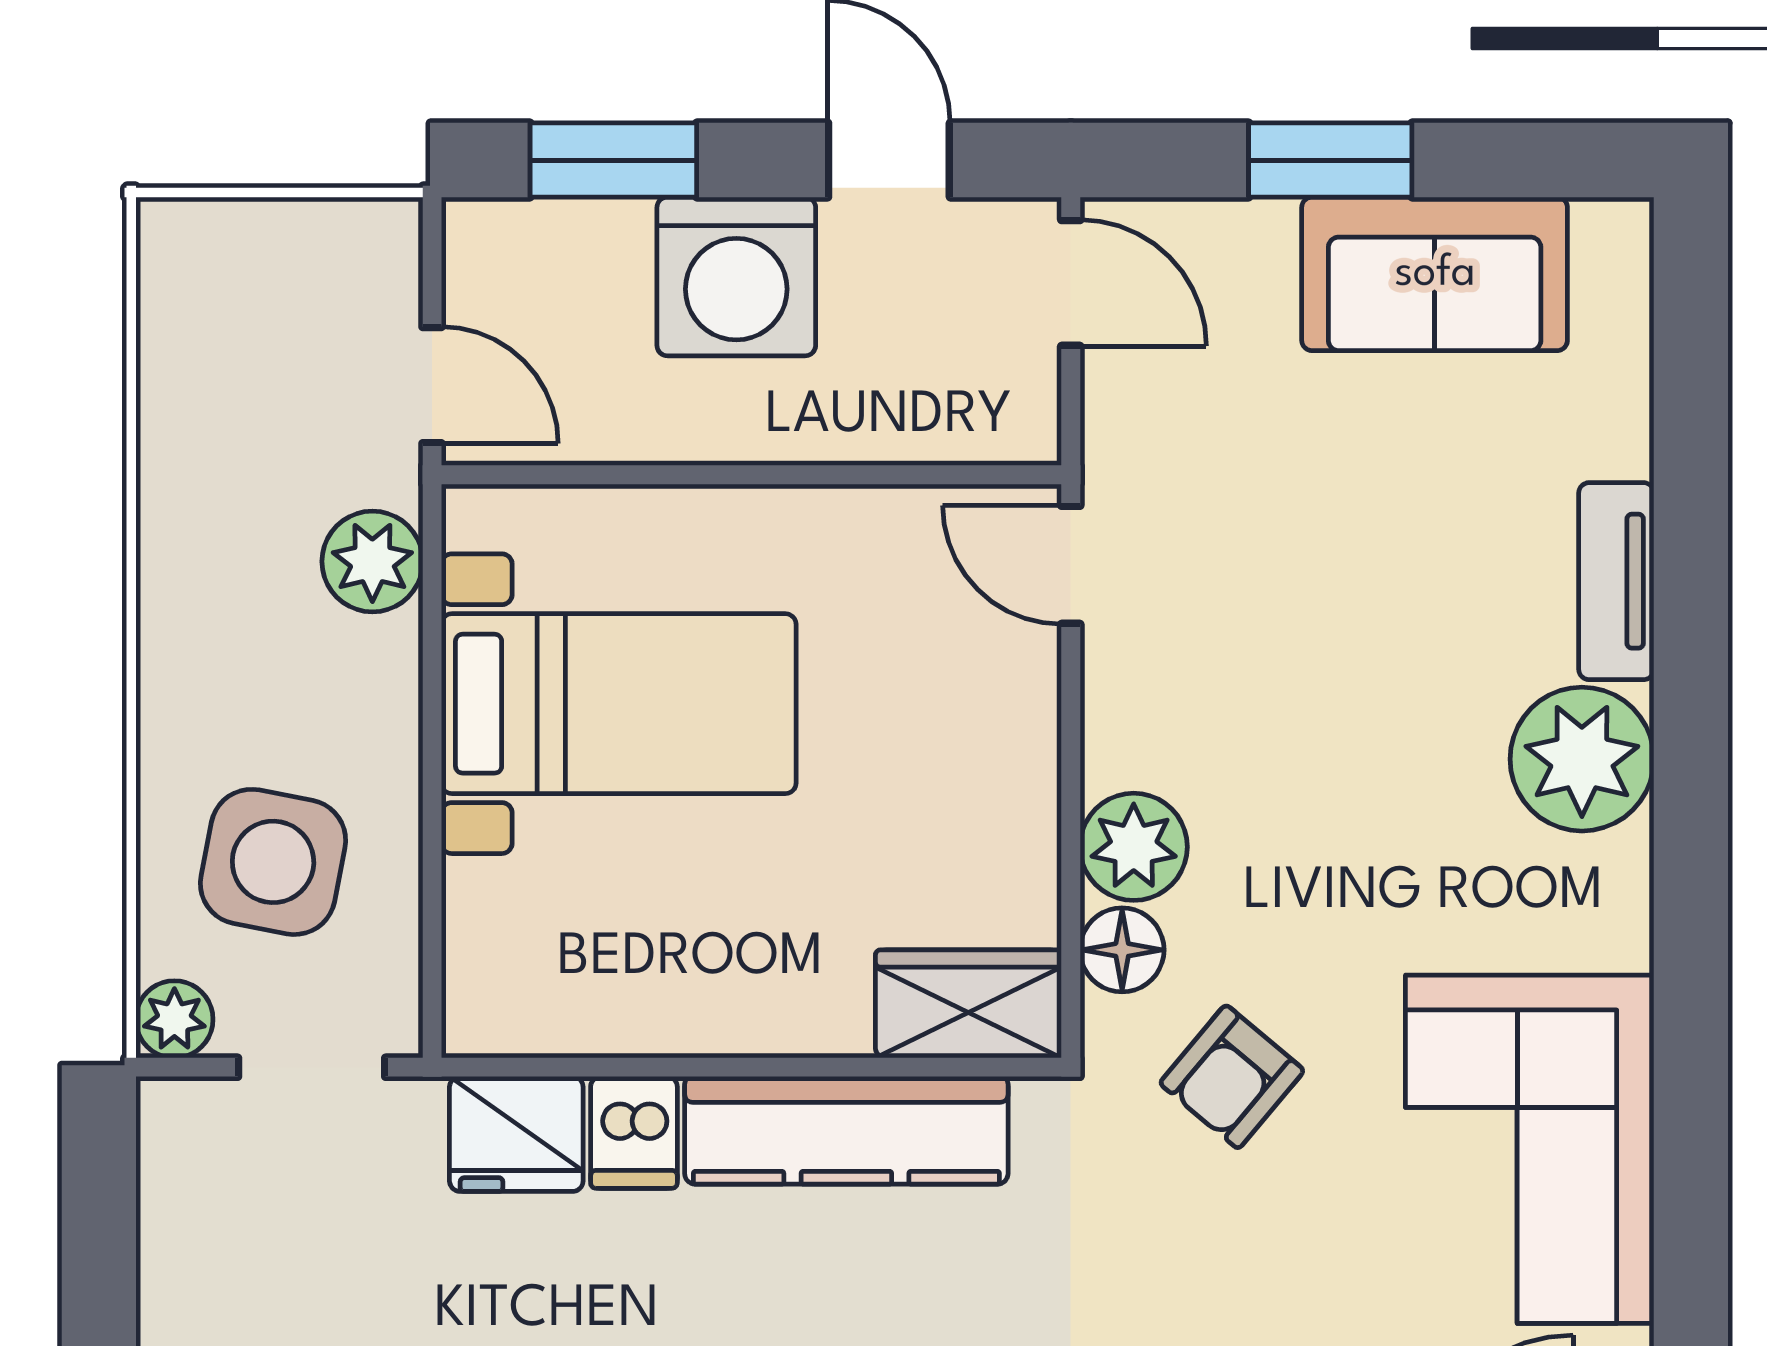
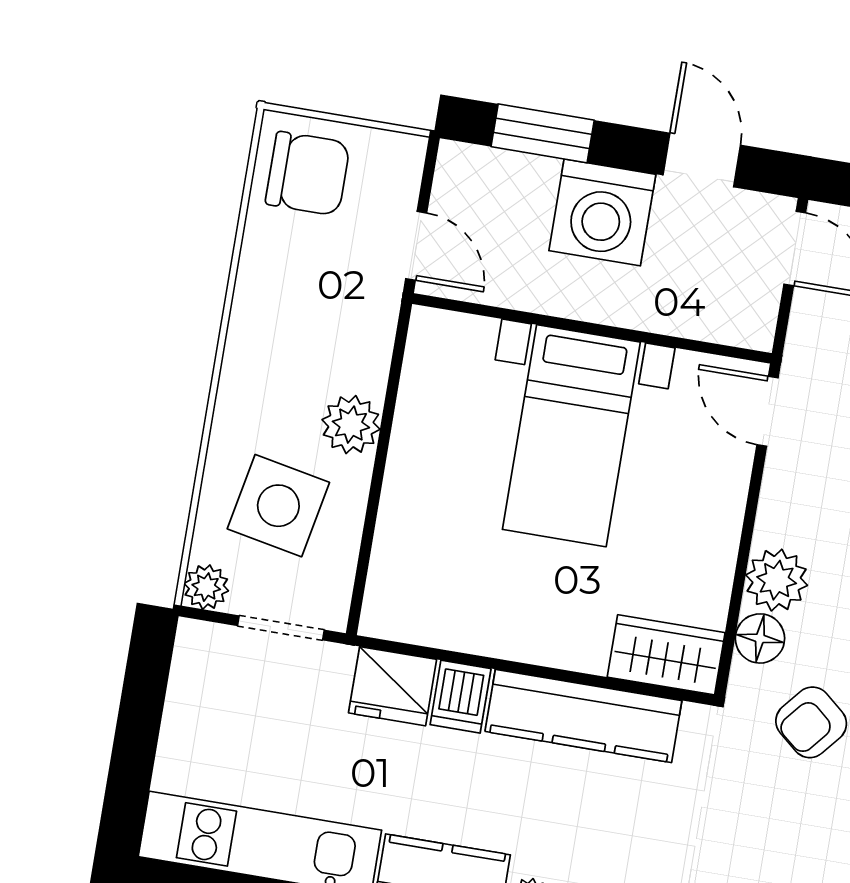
chair: (229, 294) -> (308, 174), added
plant: (372, 561) -> (351, 425), moved
bed with nightstands: (619, 704) -> (571, 436), moved, turned 90

